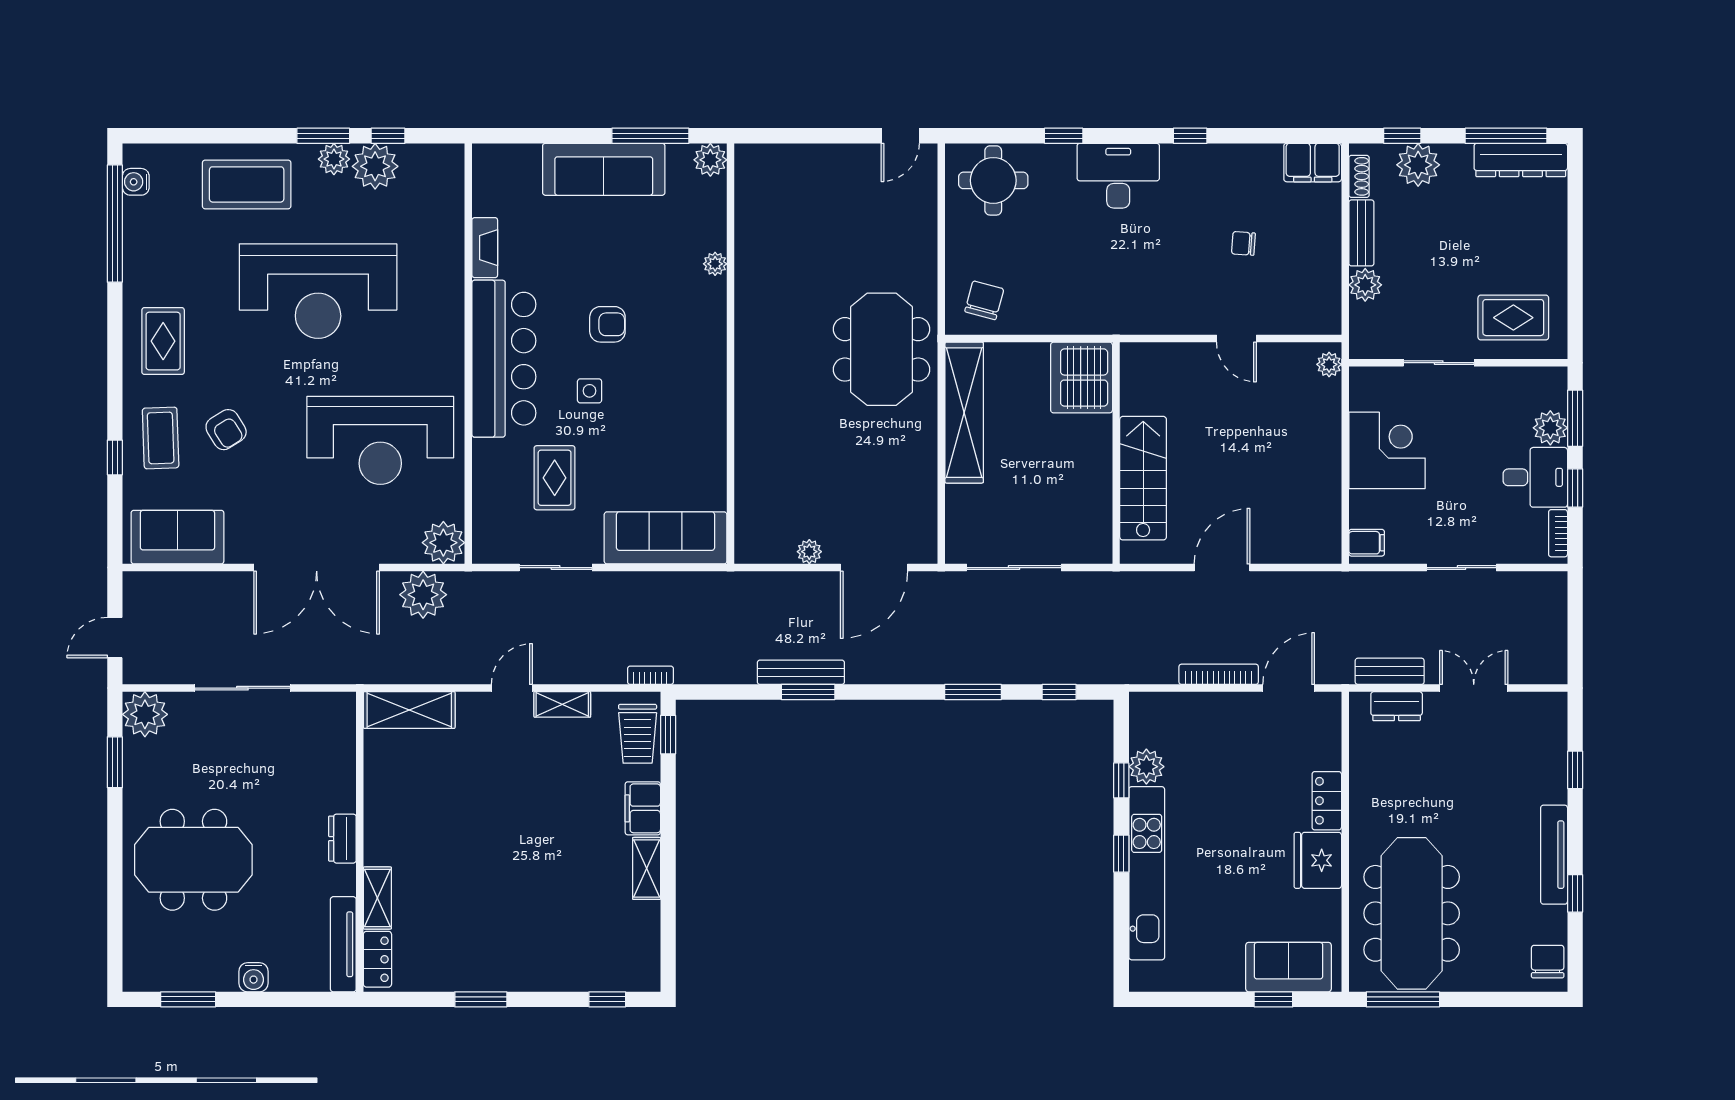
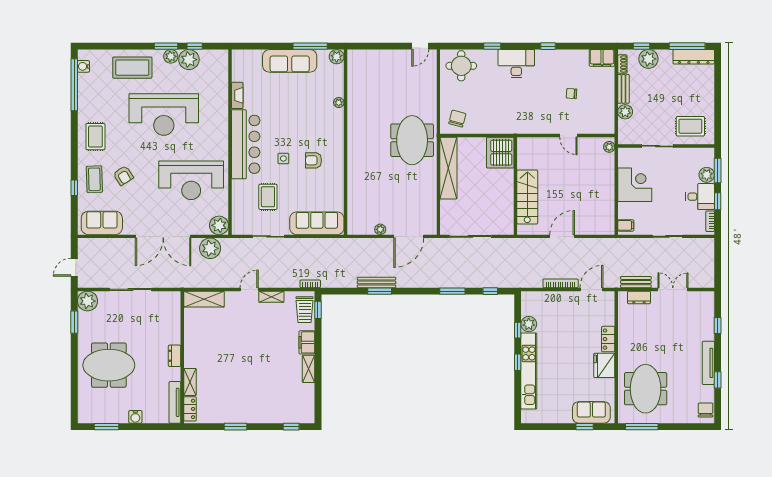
armchair: (607, 324) -> (314, 160), moved, turned 180
meeting table: (1412, 913) -> (646, 389), width x0.73

